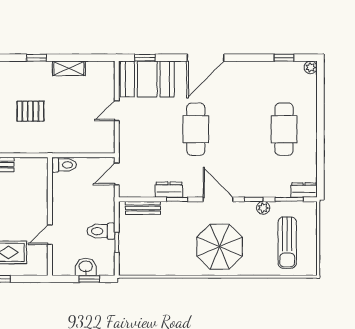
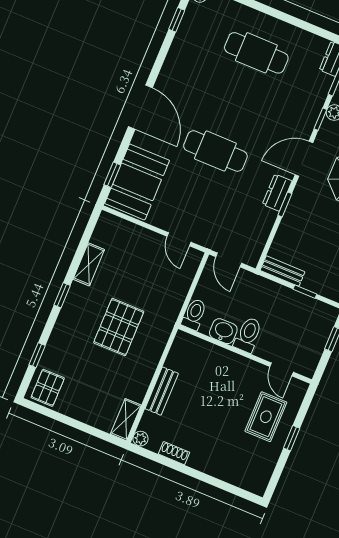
pallet: (30, 111) -> (119, 327), width x1.50, depth x1.42
door: (117, 111) -> (179, 239), moved
dresser: (169, 190) -> (277, 193), moved
bench: (143, 208) -> (282, 271), moved, turned 90
toilet: (101, 231) -> (248, 335), moved, turned 180
door: (50, 235) -> (282, 369), moved
washbasin: (86, 267) -> (223, 331), moved, turned 90

